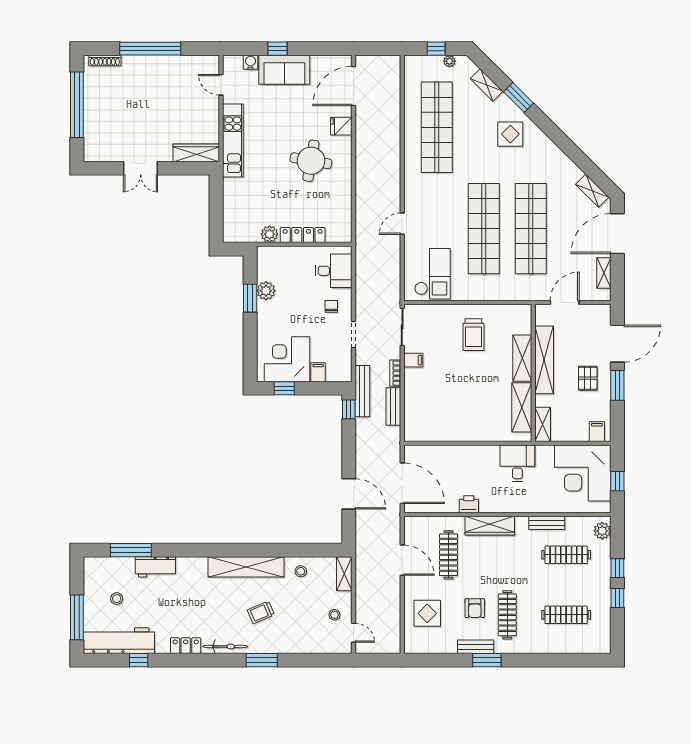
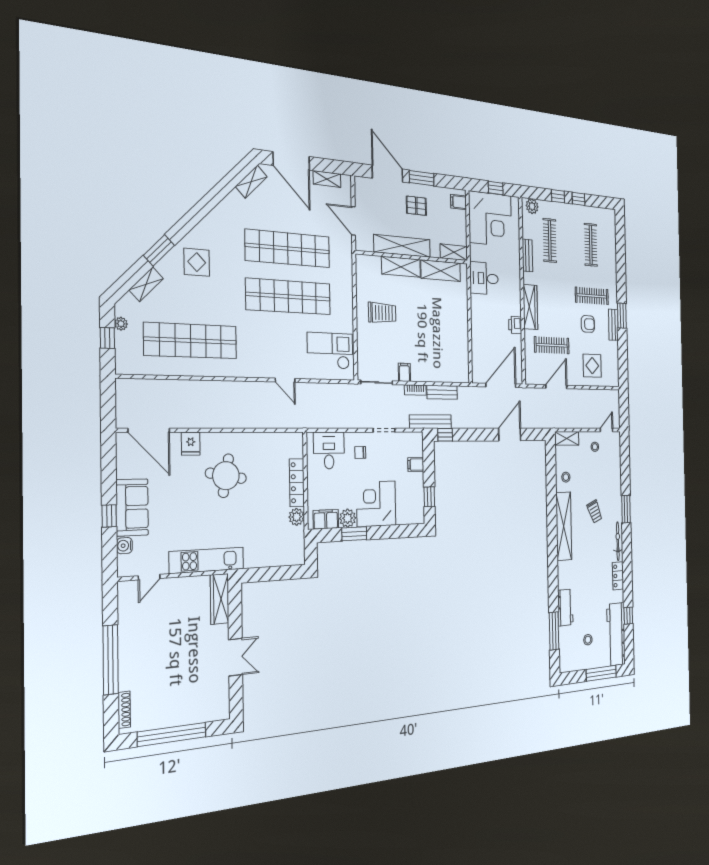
filing cabinet: (266, 266) -> (326, 519), added
corner desk: (287, 359) -> (376, 504), moved, turned 90

